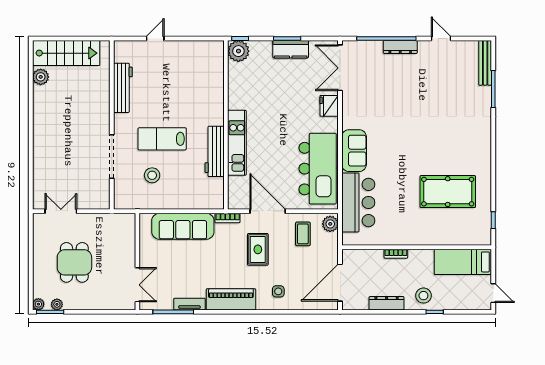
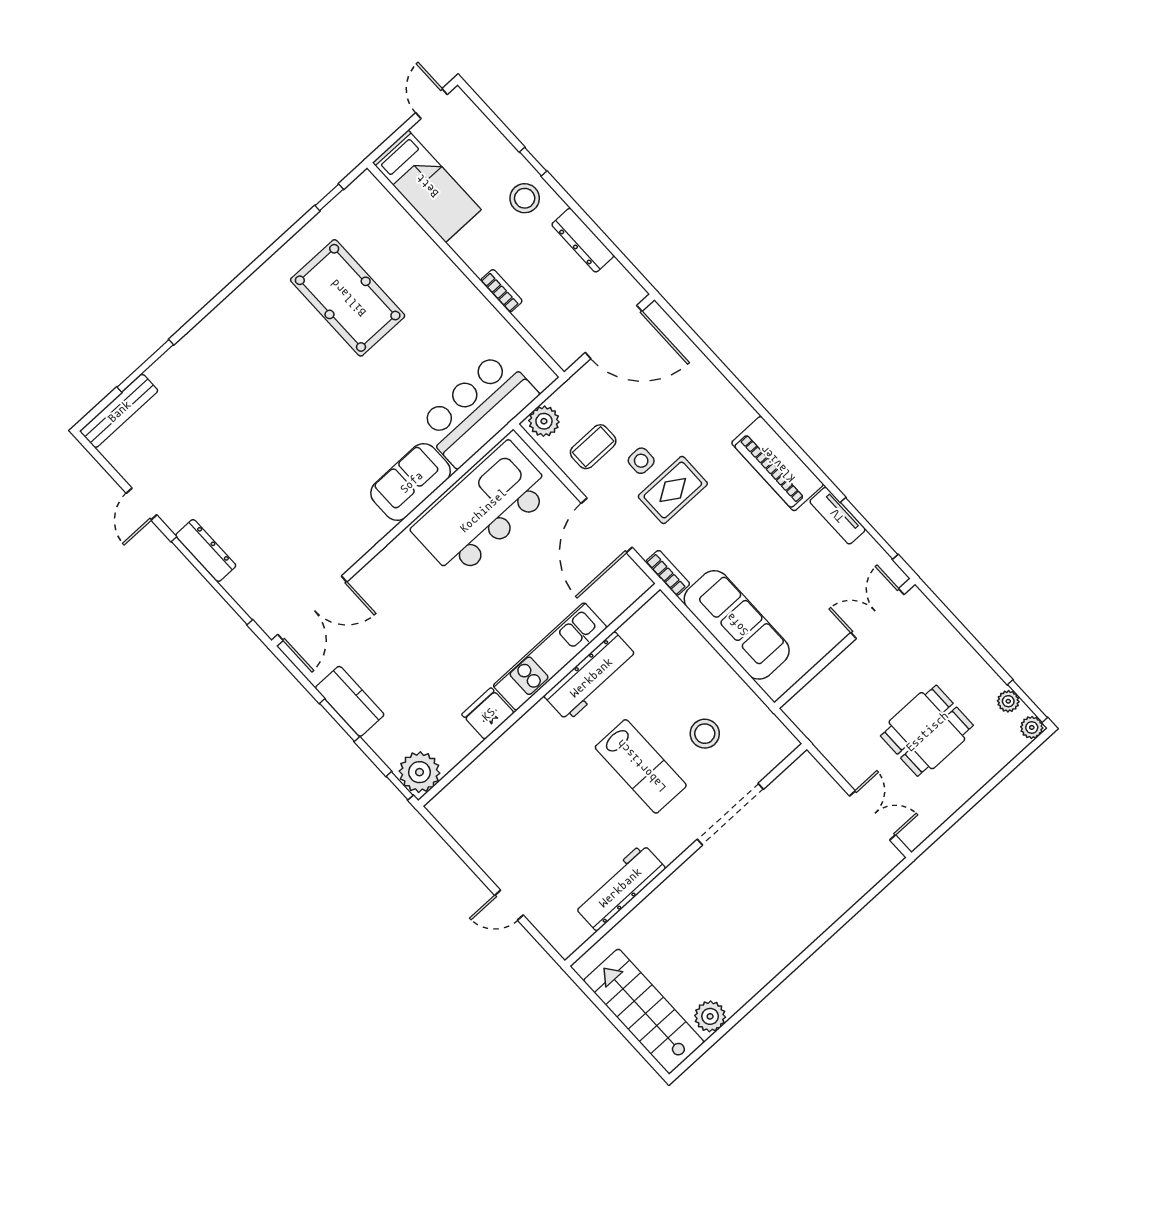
fridge: (329, 106) -> (488, 714), moved, turned 180
double door: (61, 211) -> (872, 815), swing flipped
side table: (278, 291) -> (641, 461), moved

